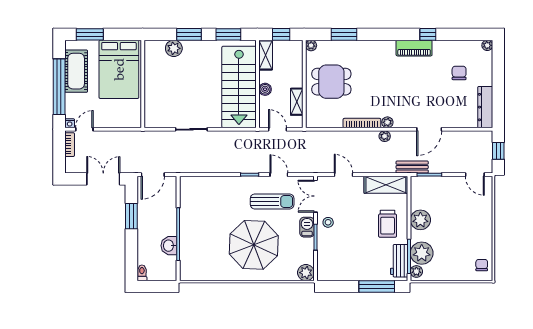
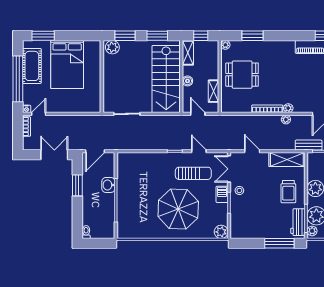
wall: (143, 84) -> (102, 77), moved
washbasin: (169, 246) -> (108, 185), moved

